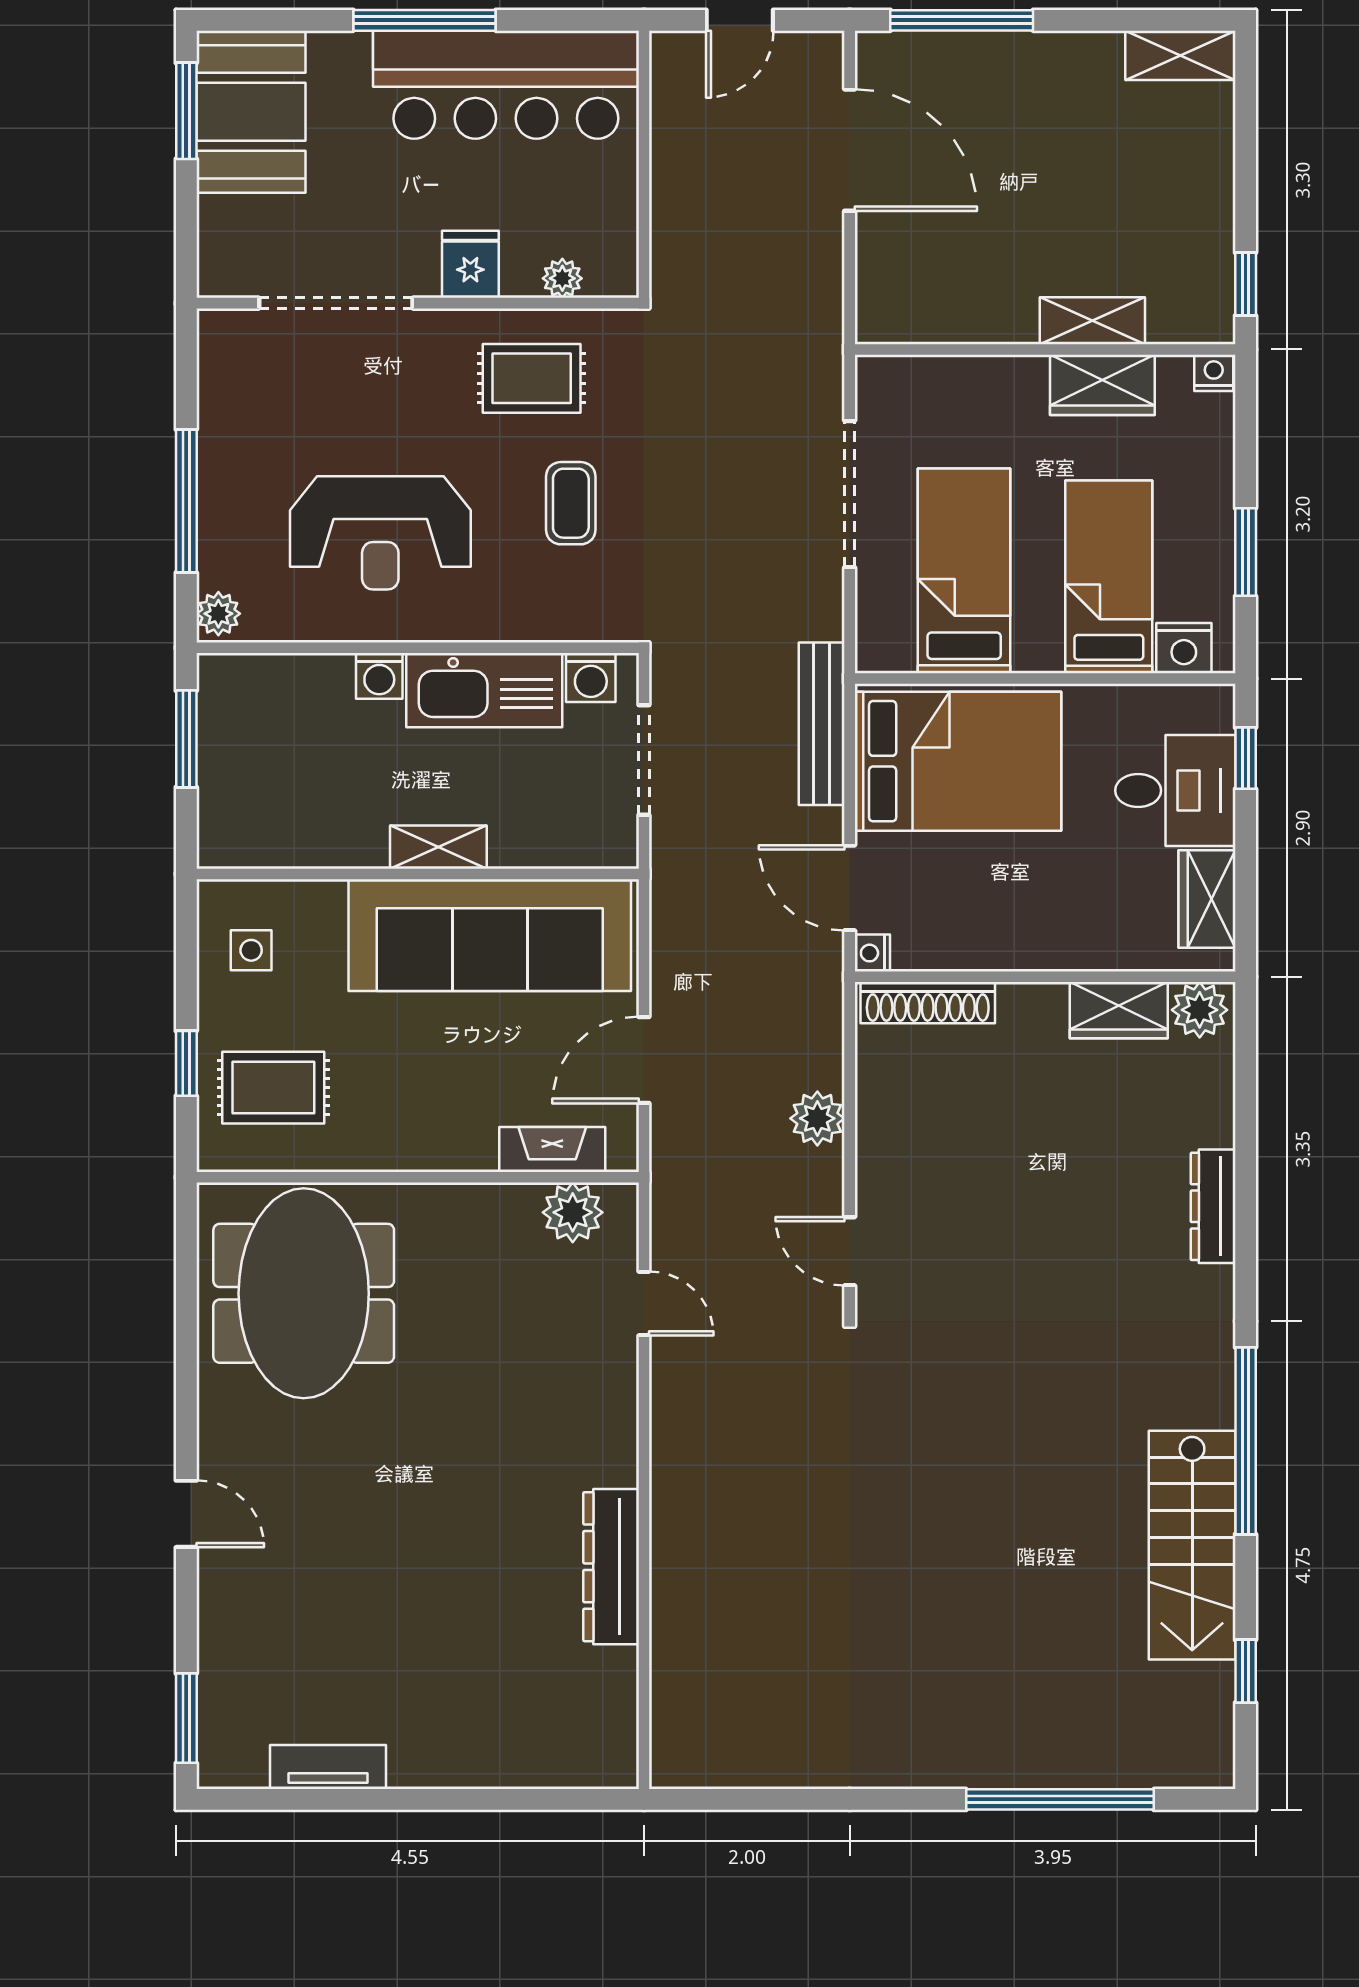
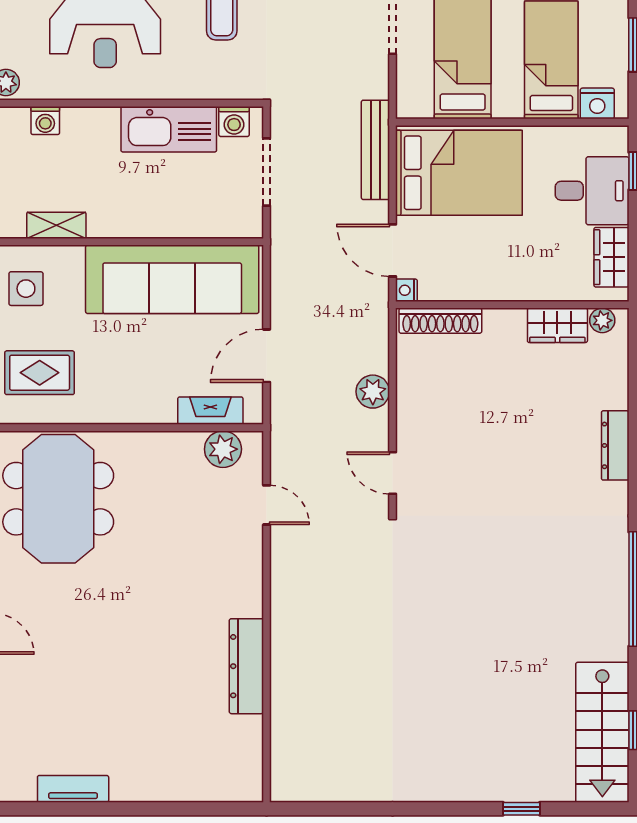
washing machine: (379, 676) -> (45, 121), moved
shelving: (438, 847) -> (56, 225), moved
side table: (251, 950) -> (26, 289), width x1.37, depth x1.37
plant: (1200, 1010) -> (602, 320), width x0.73, depth x0.73
stairs: (1192, 1545) -> (602, 732), moved
window: (1060, 1799) -> (521, 809), width x0.32

